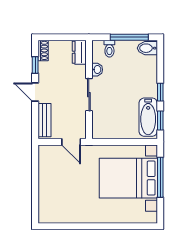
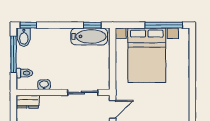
window: (160, 92) -> (28, 25), moved
sliding door: (89, 95) -> (83, 92), moved
window: (160, 177) -> (164, 25), moved

